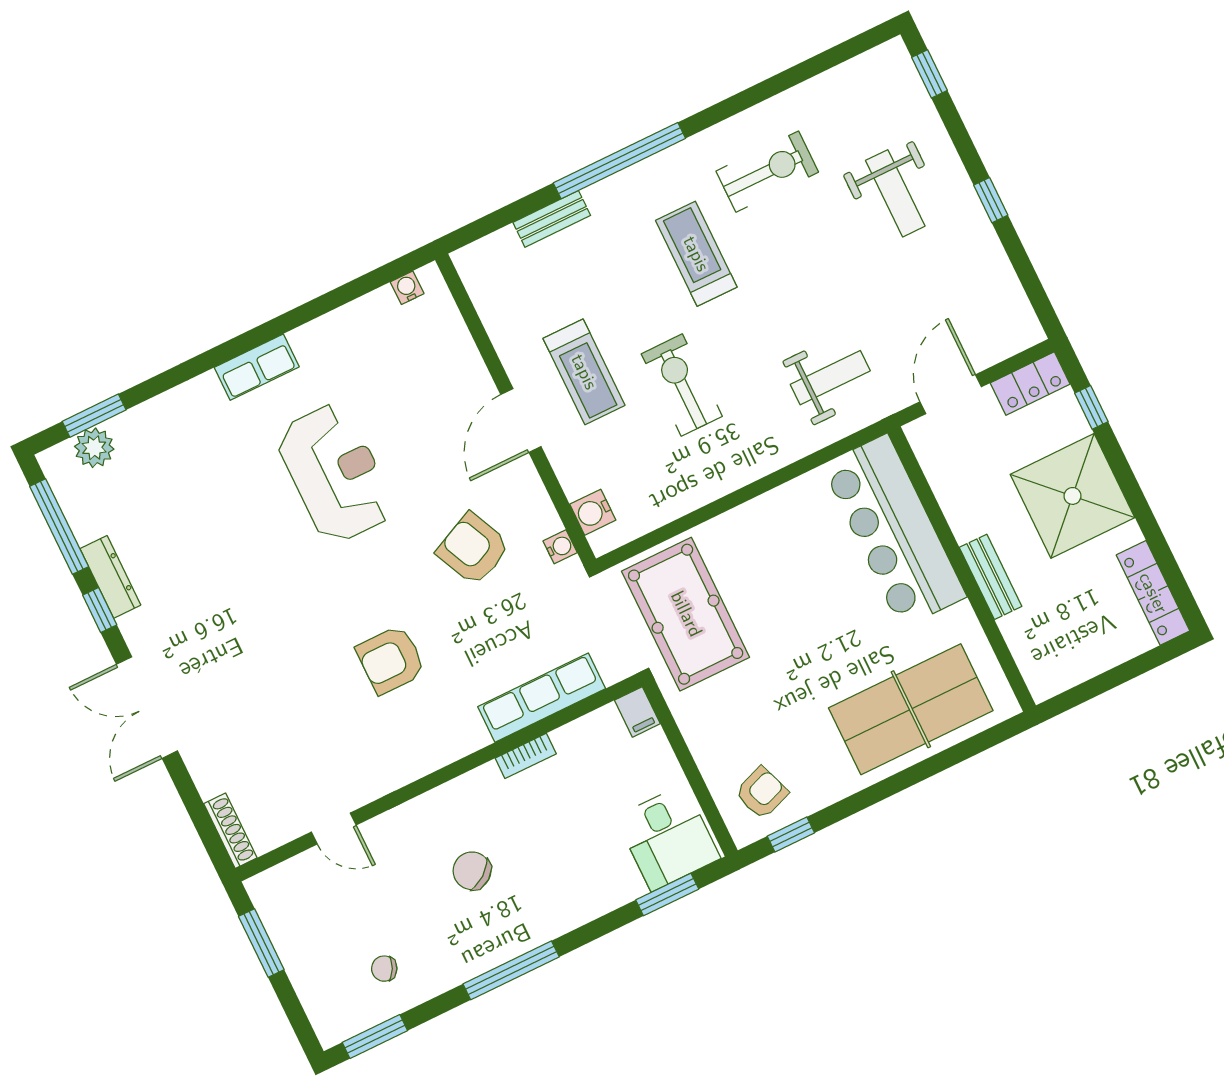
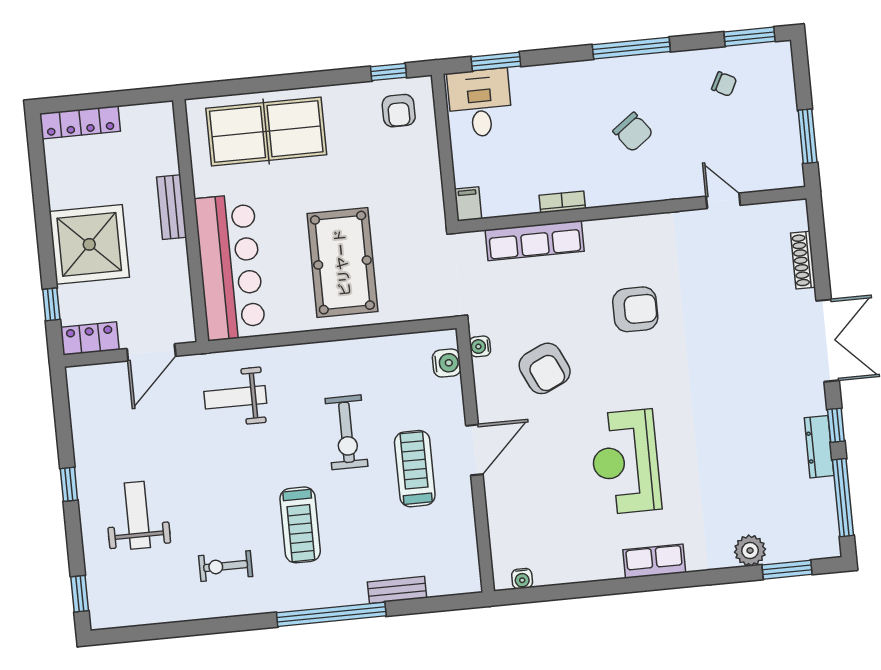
exercise bike: (767, 172) -> (226, 566), width x0.73, depth x0.72
plant: (94, 448) -> (750, 551), moved
locker: (1153, 593) -> (80, 122), moved, turned 90
pool table: (686, 614) -> (342, 263), moved
armchair: (762, 793) -> (399, 111), turned -70
shoe rack: (230, 831) -> (803, 260), moved

